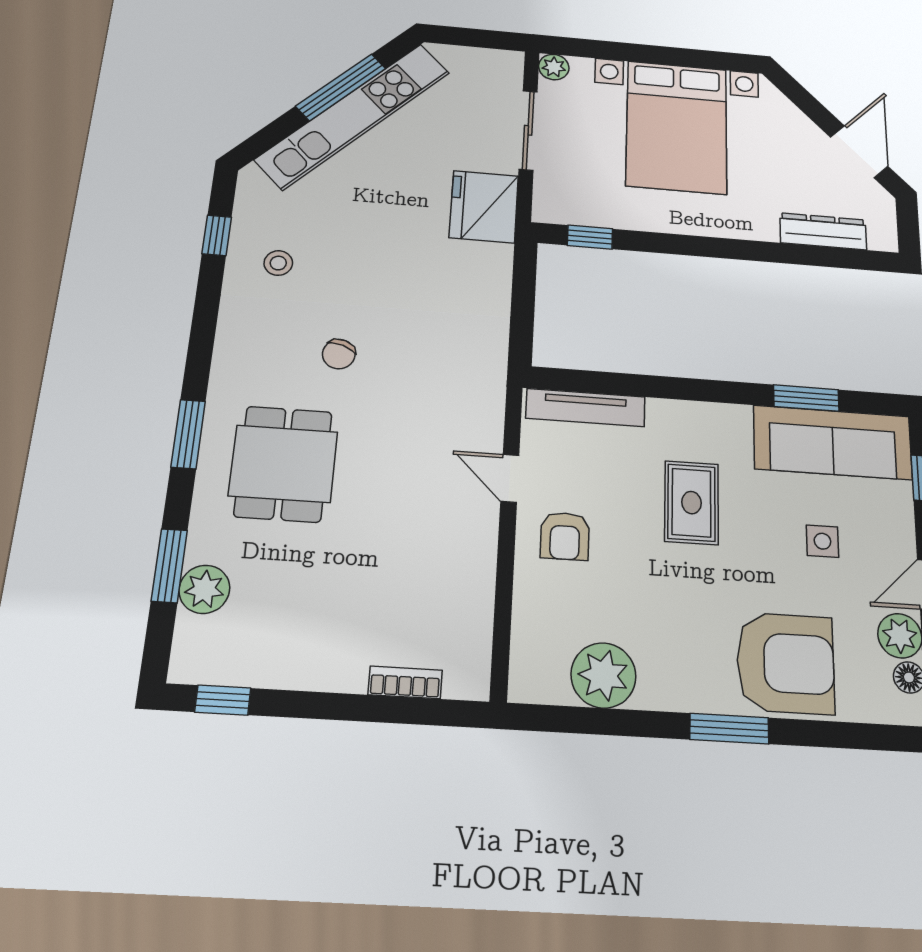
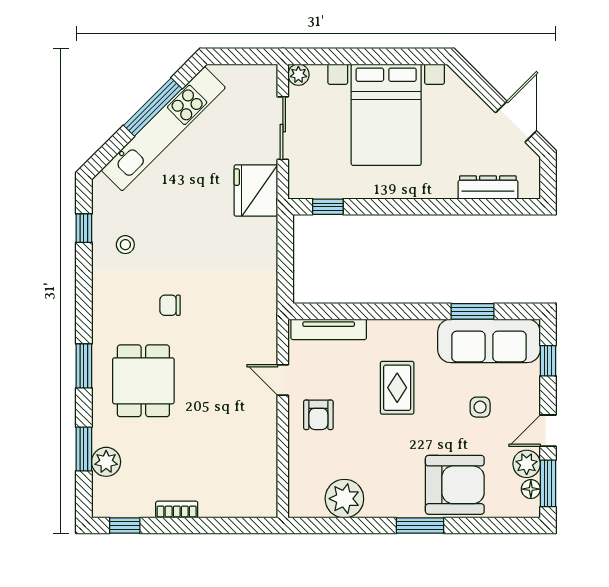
chair: (339, 354) -> (170, 305), turned 71
bookcase: (405, 682) -> (177, 510), moved

